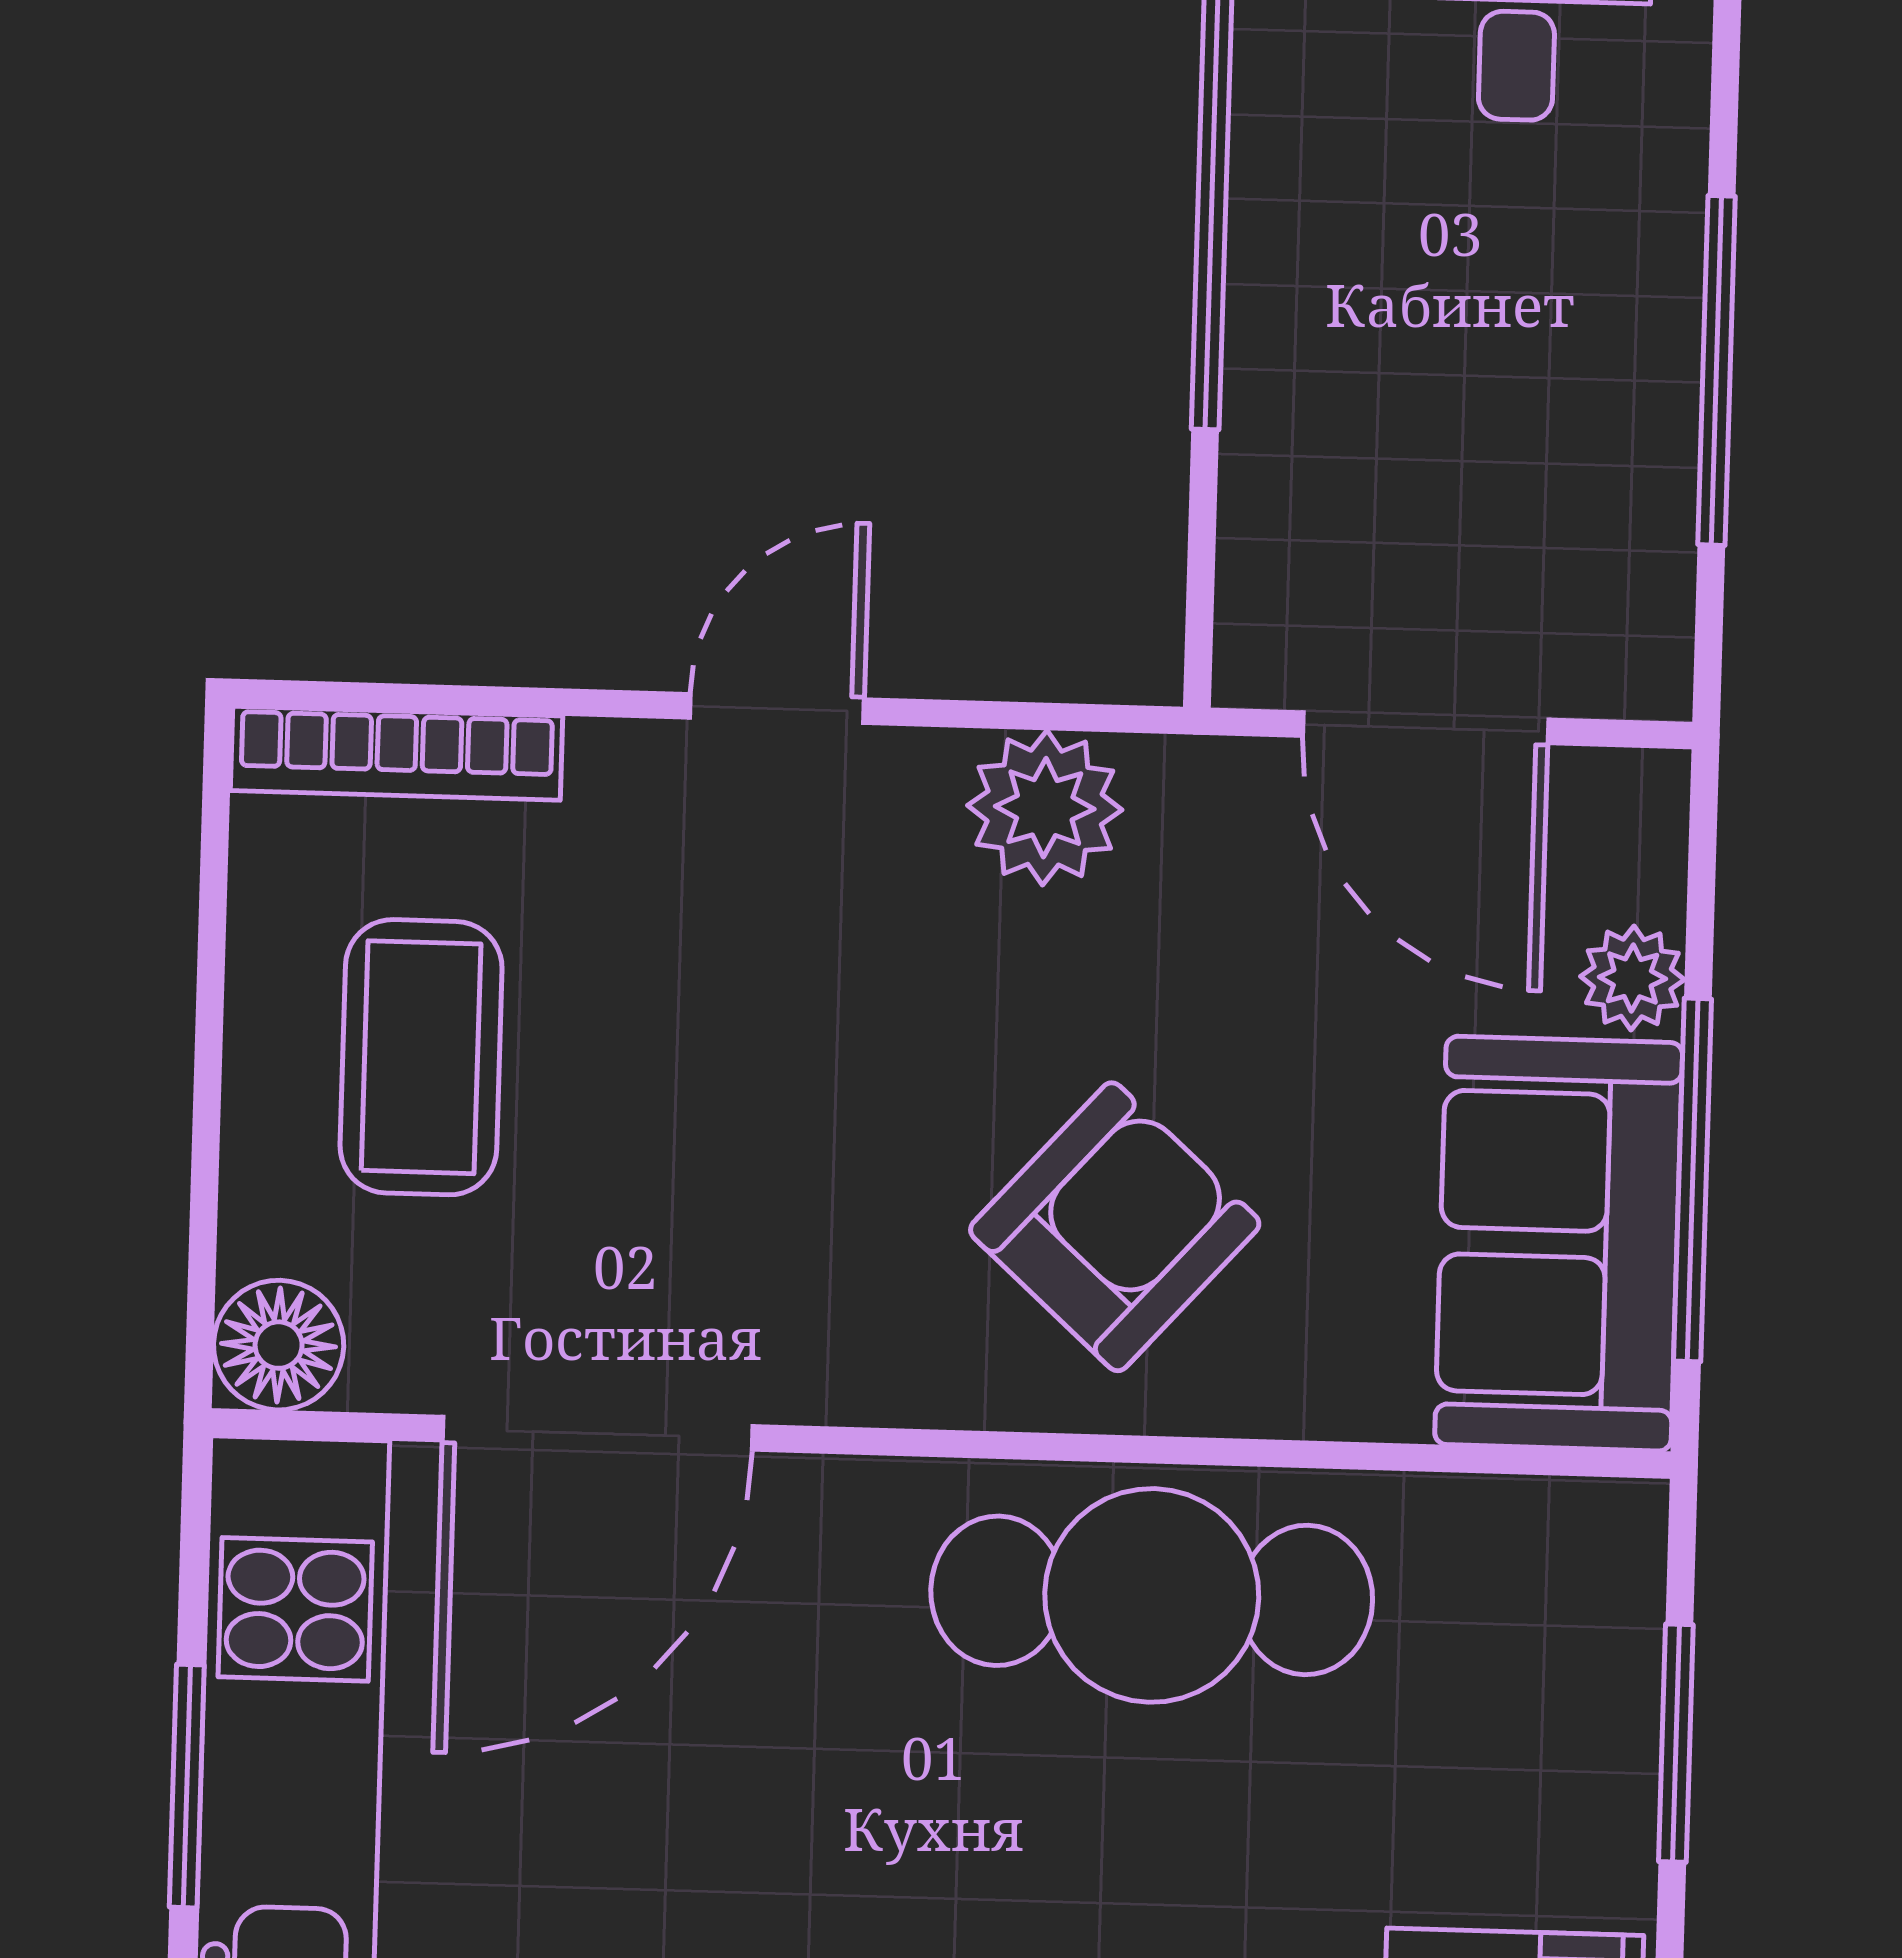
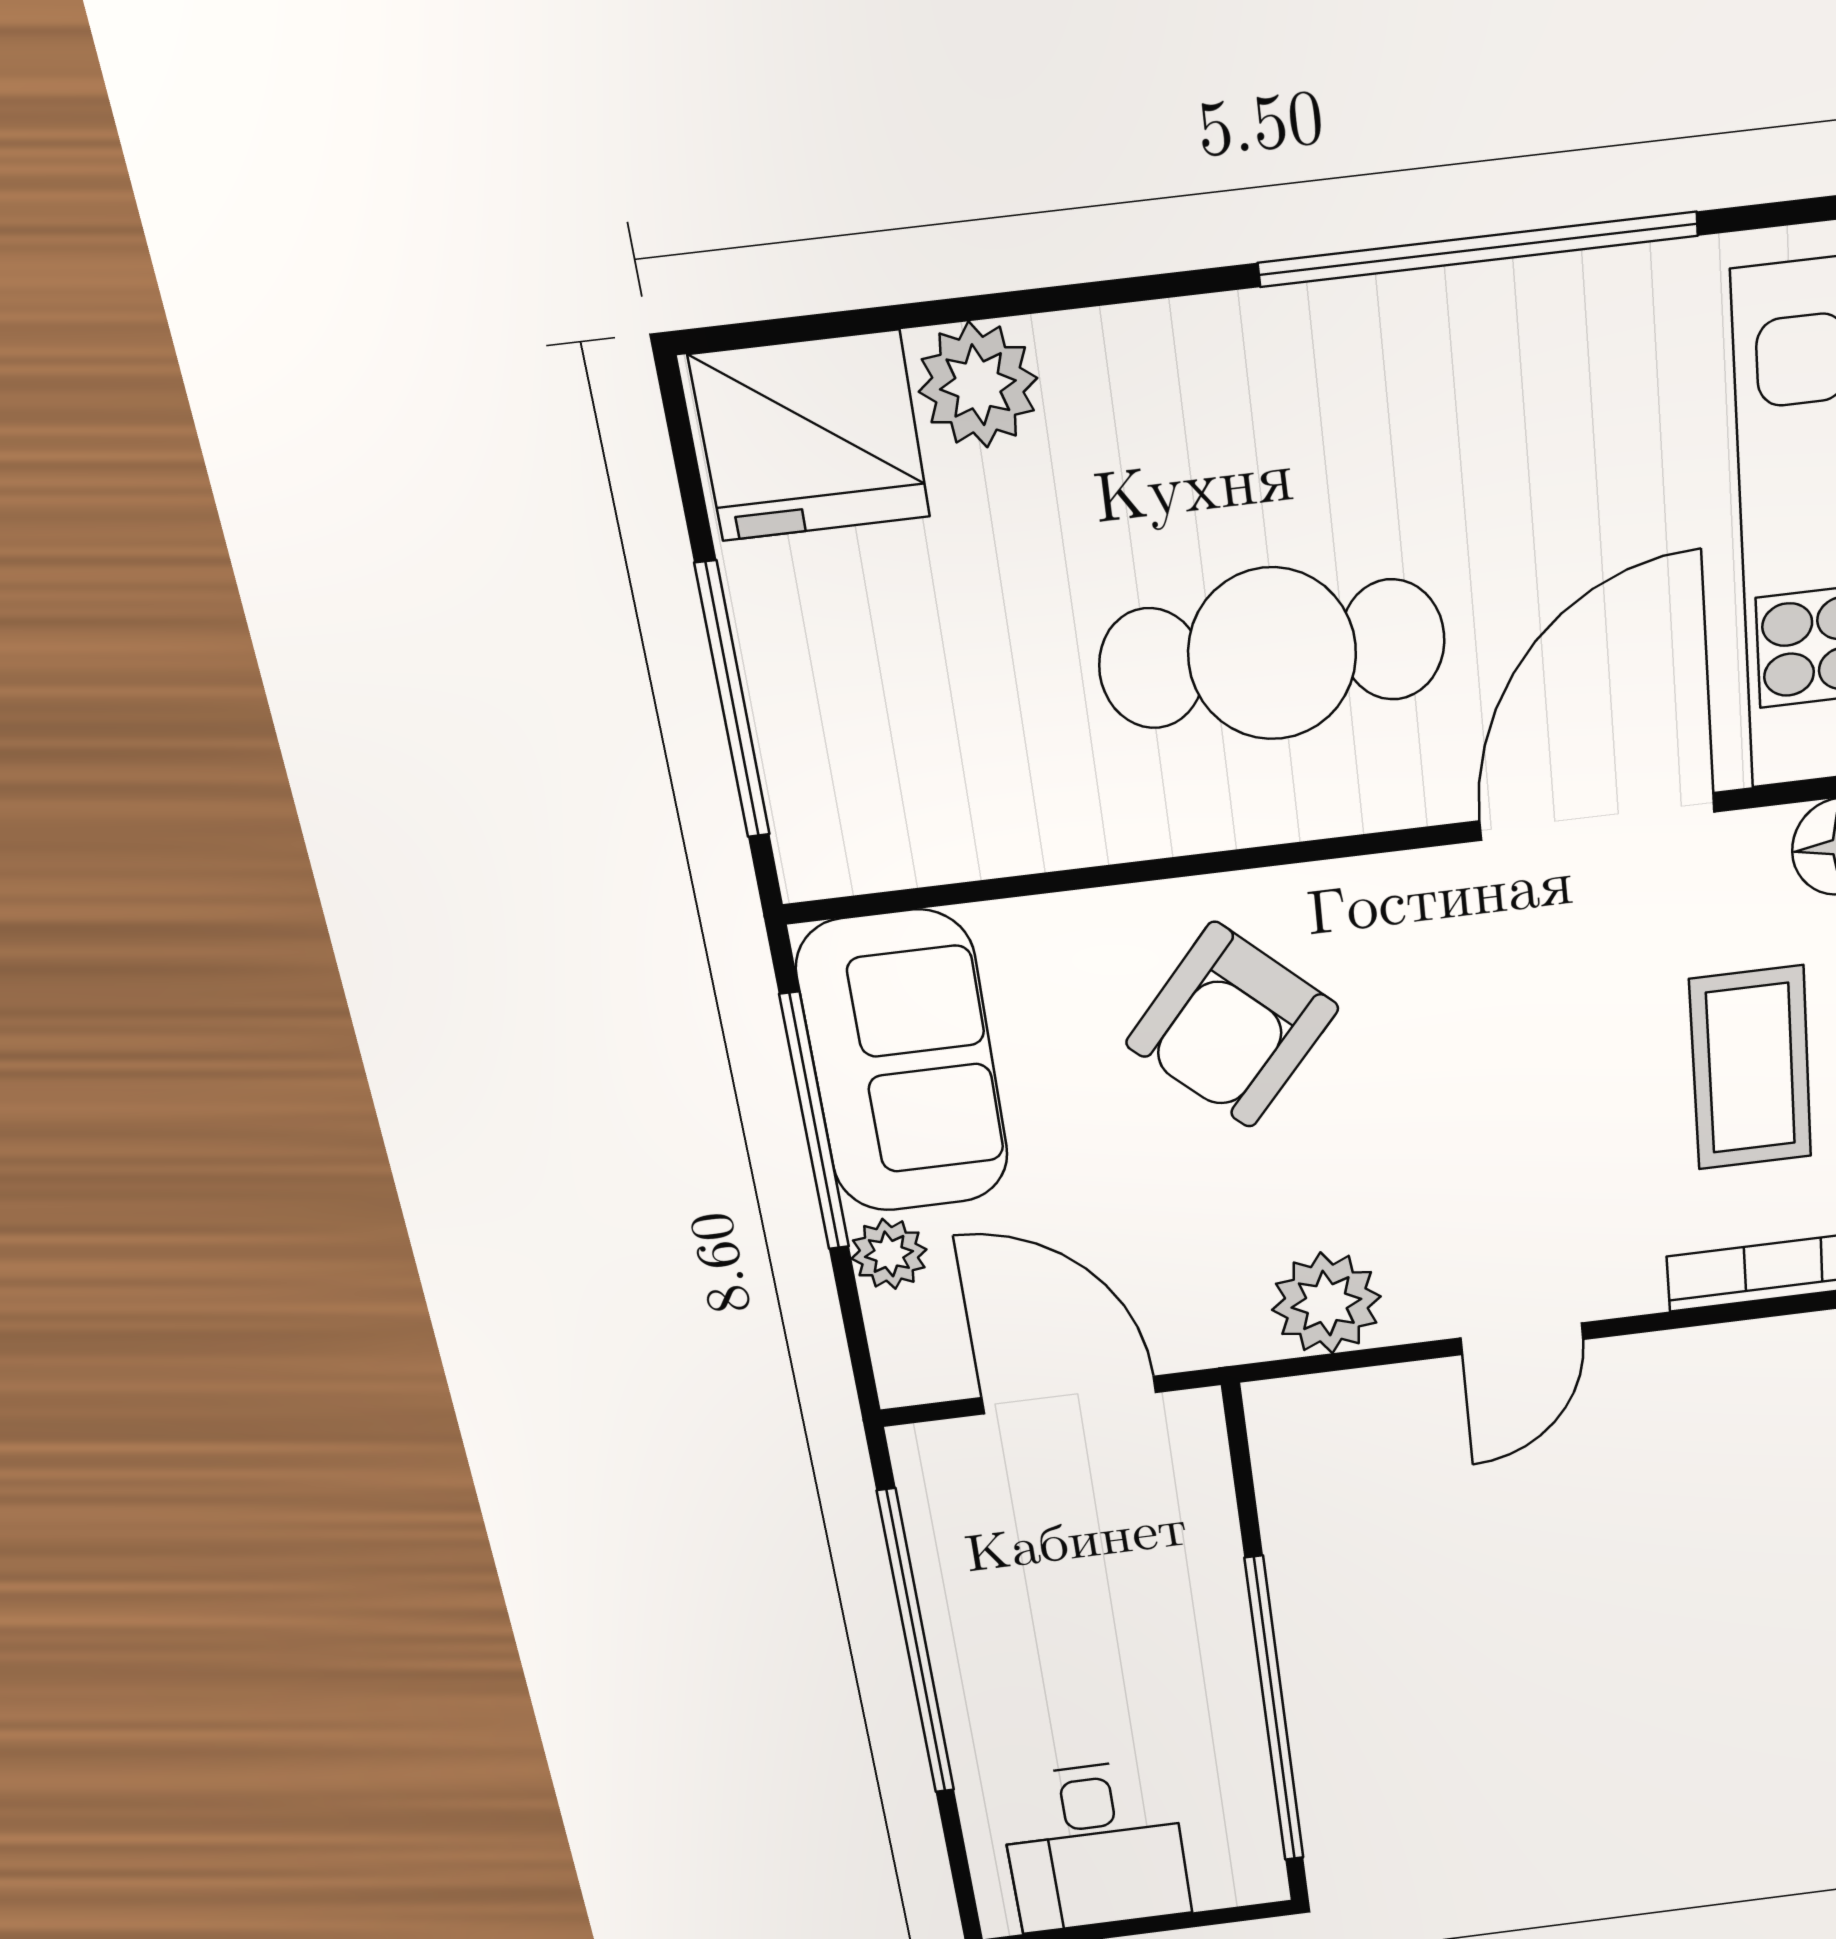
window: (1717, 370) -> (916, 1644), width x1.46
cafe table: (1152, 1595) -> (1272, 654), moved
window: (1676, 1743) -> (733, 701), width x1.44

